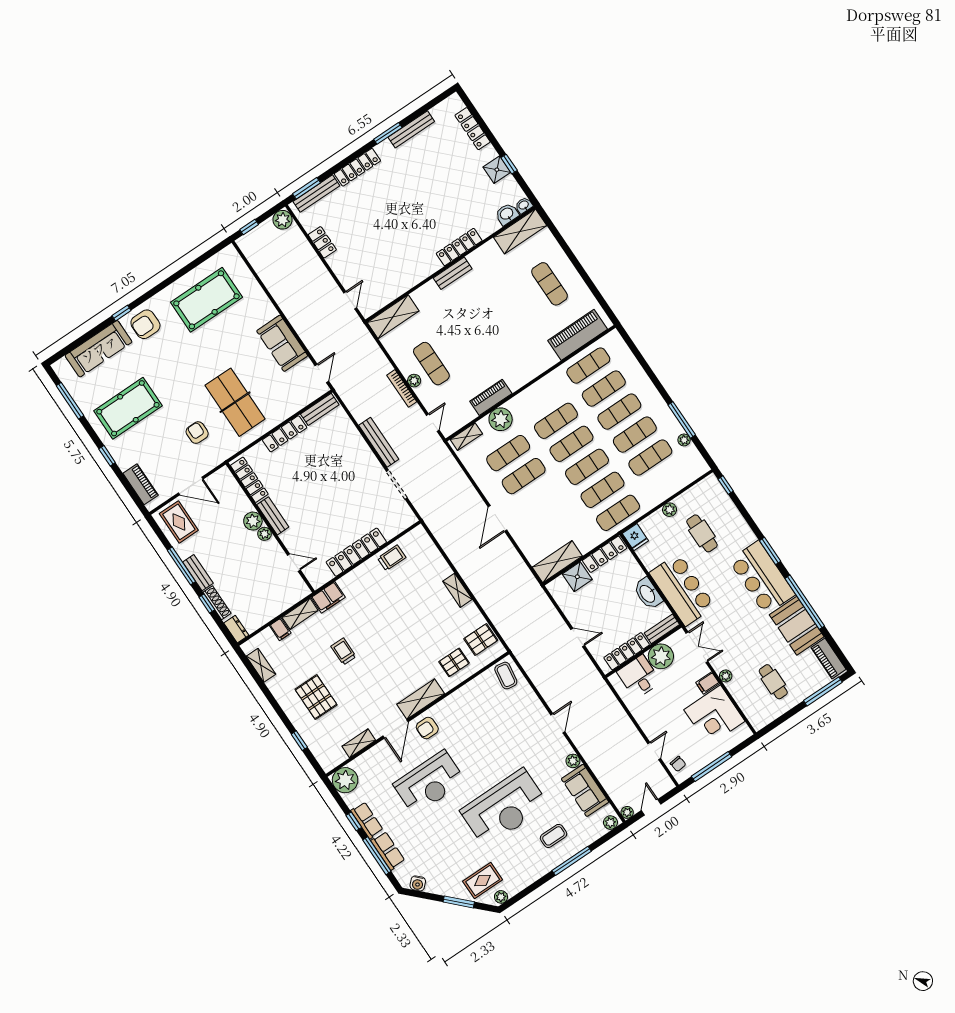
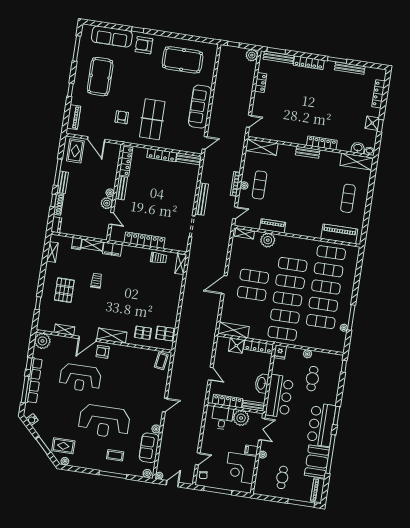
sofa: (282, 343) -> (200, 107), width x1.36
pool table: (128, 408) -> (100, 77), turned 90
exercise mat: (508, 453) -> (252, 293), moved
plant: (253, 521) -> (107, 203), moved
shelving: (457, 590) -> (181, 264), moved

